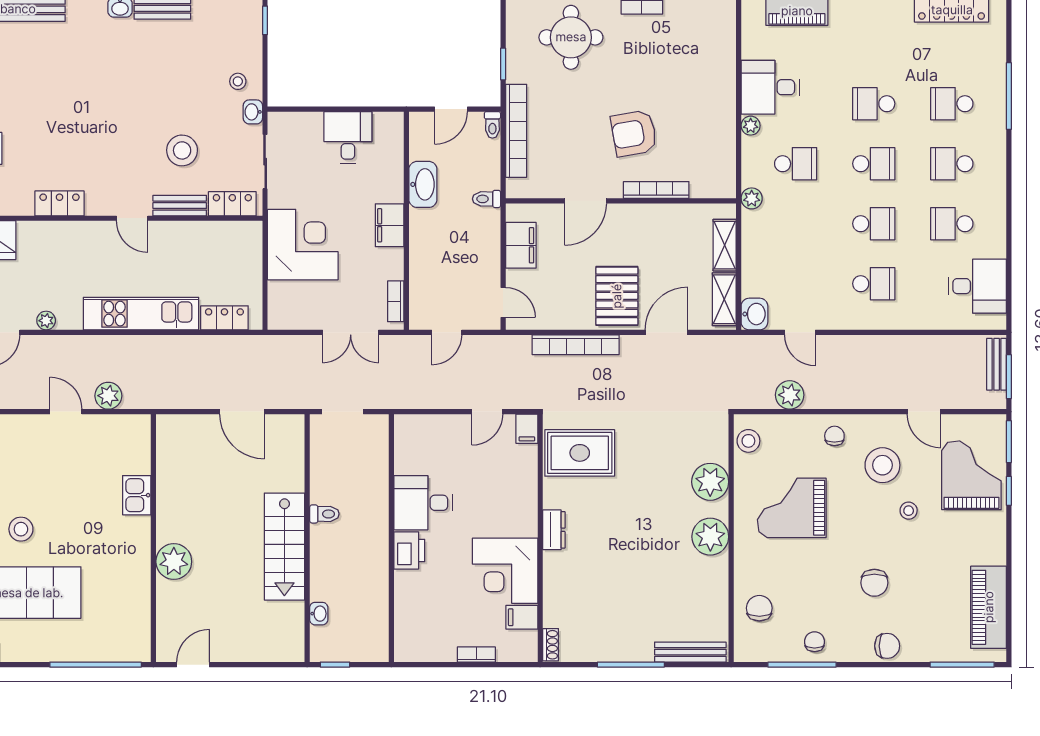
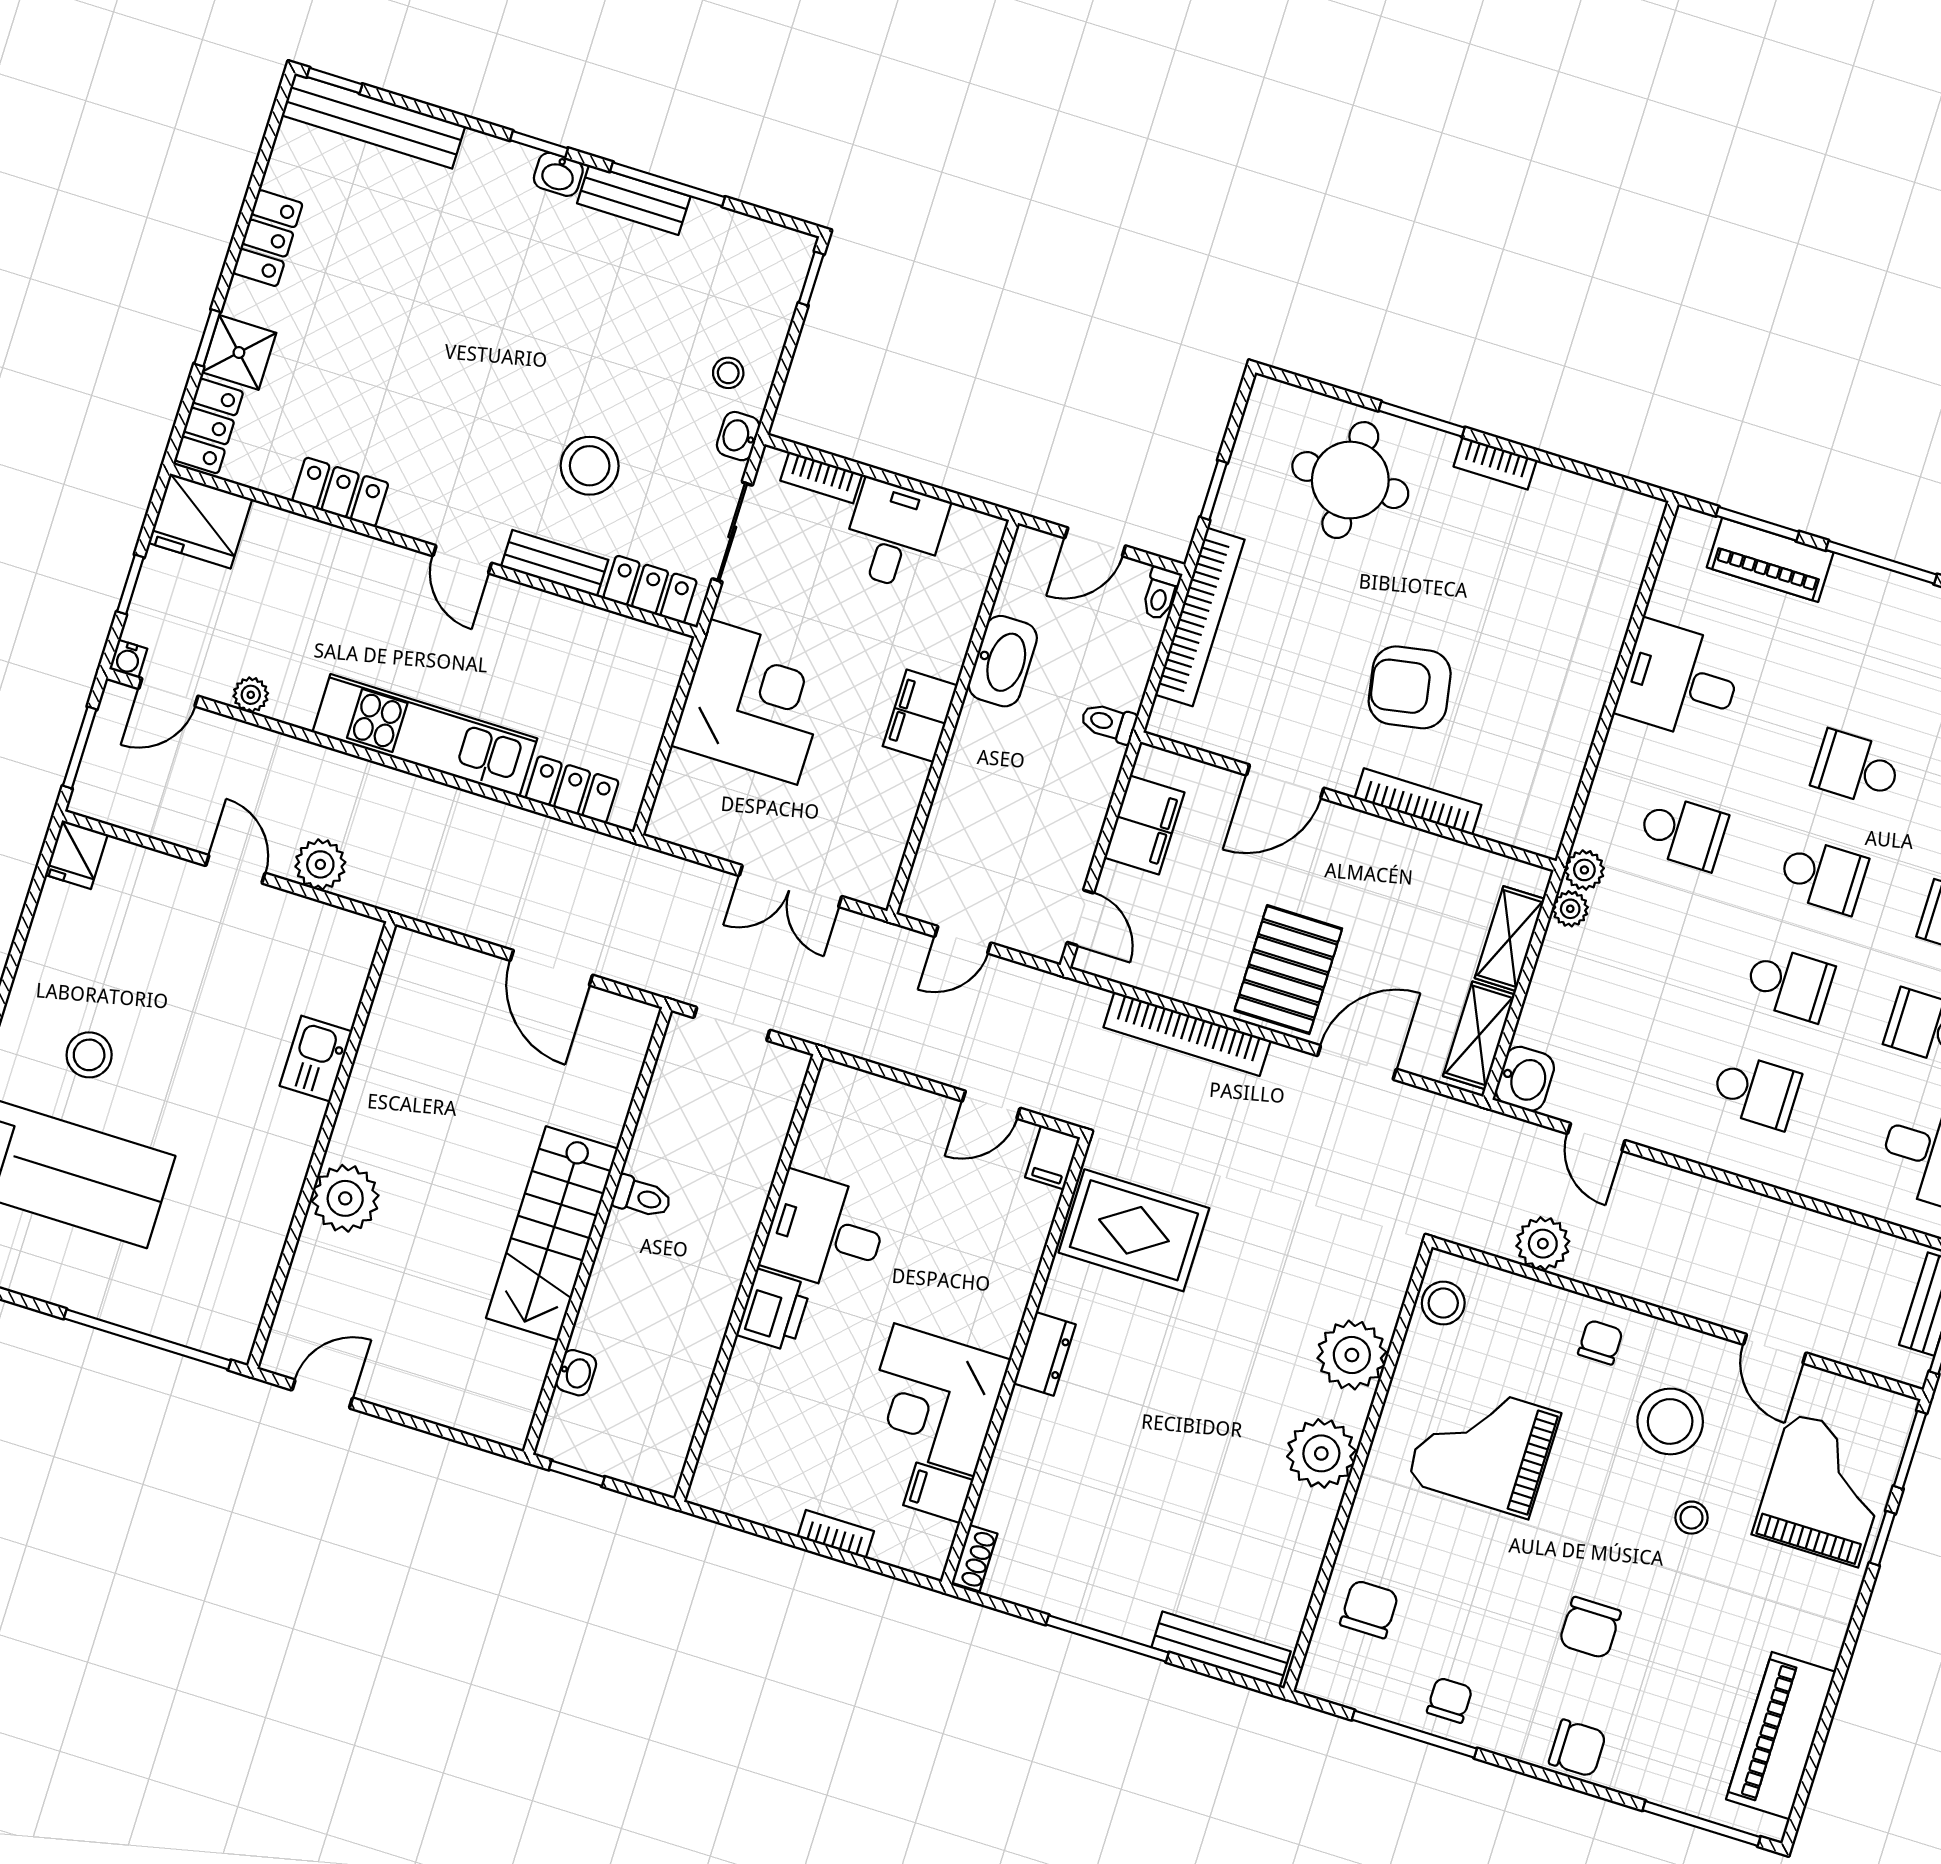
plant: (751, 126) -> (1570, 909), moved
bookcase: (396, 301) -> (821, 477), moved, turned -90

